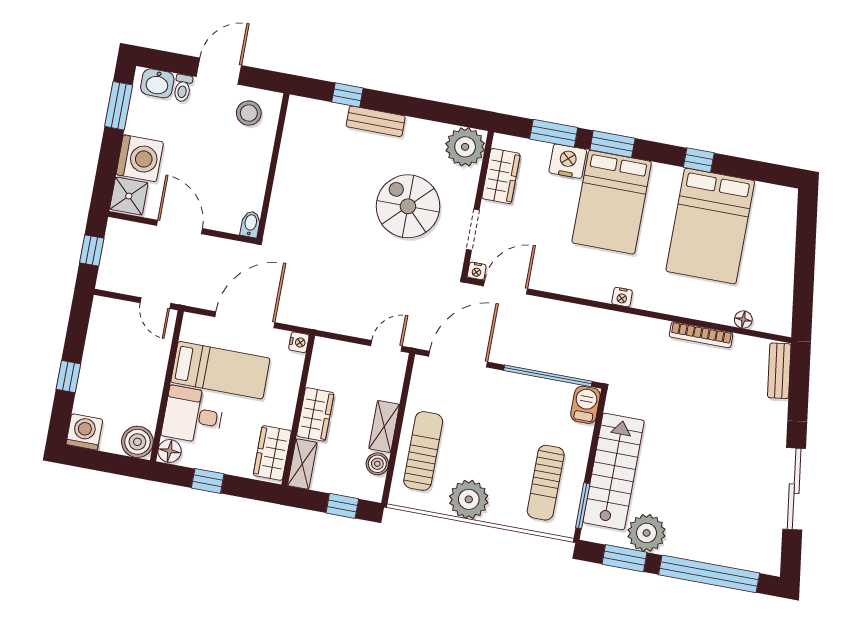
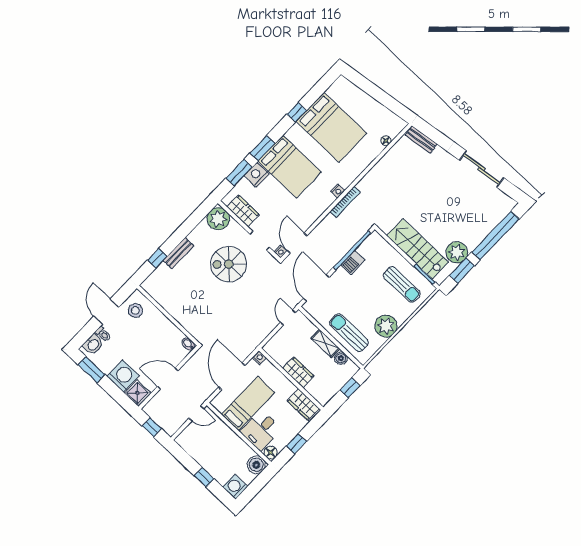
bookcase: (701, 335) -> (345, 202), moved
barbecue: (585, 405) -> (353, 262), moved, turned -90
shelving: (302, 464) -> (318, 394), removed

